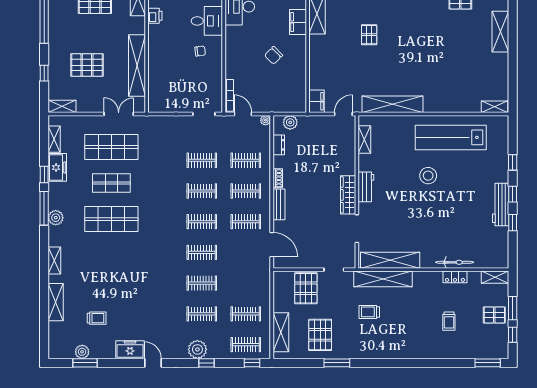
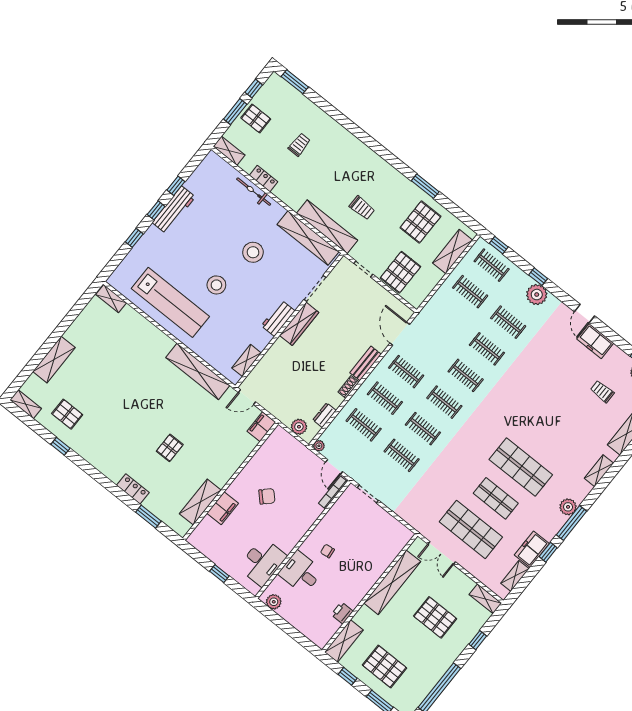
stool: (421, 219) -> (253, 252), added

